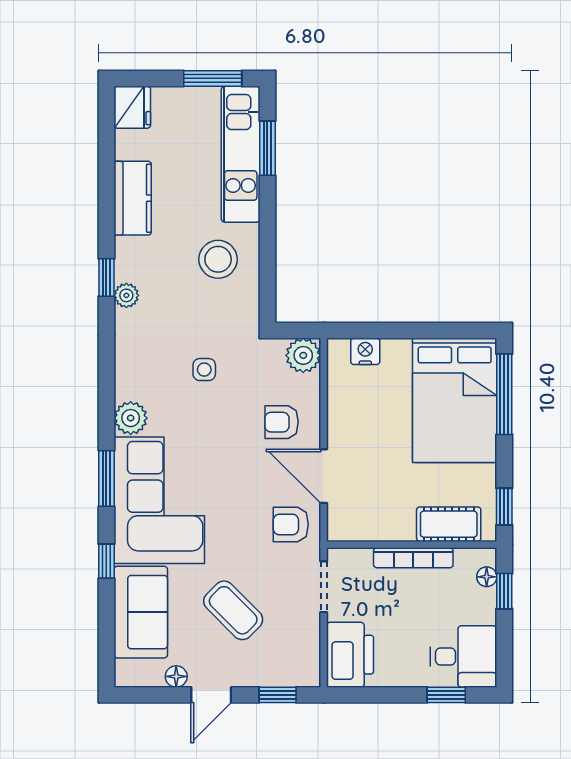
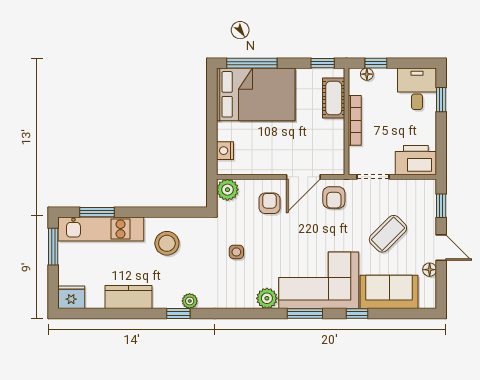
armchair: (282, 422) -> (269, 203), turned 180

